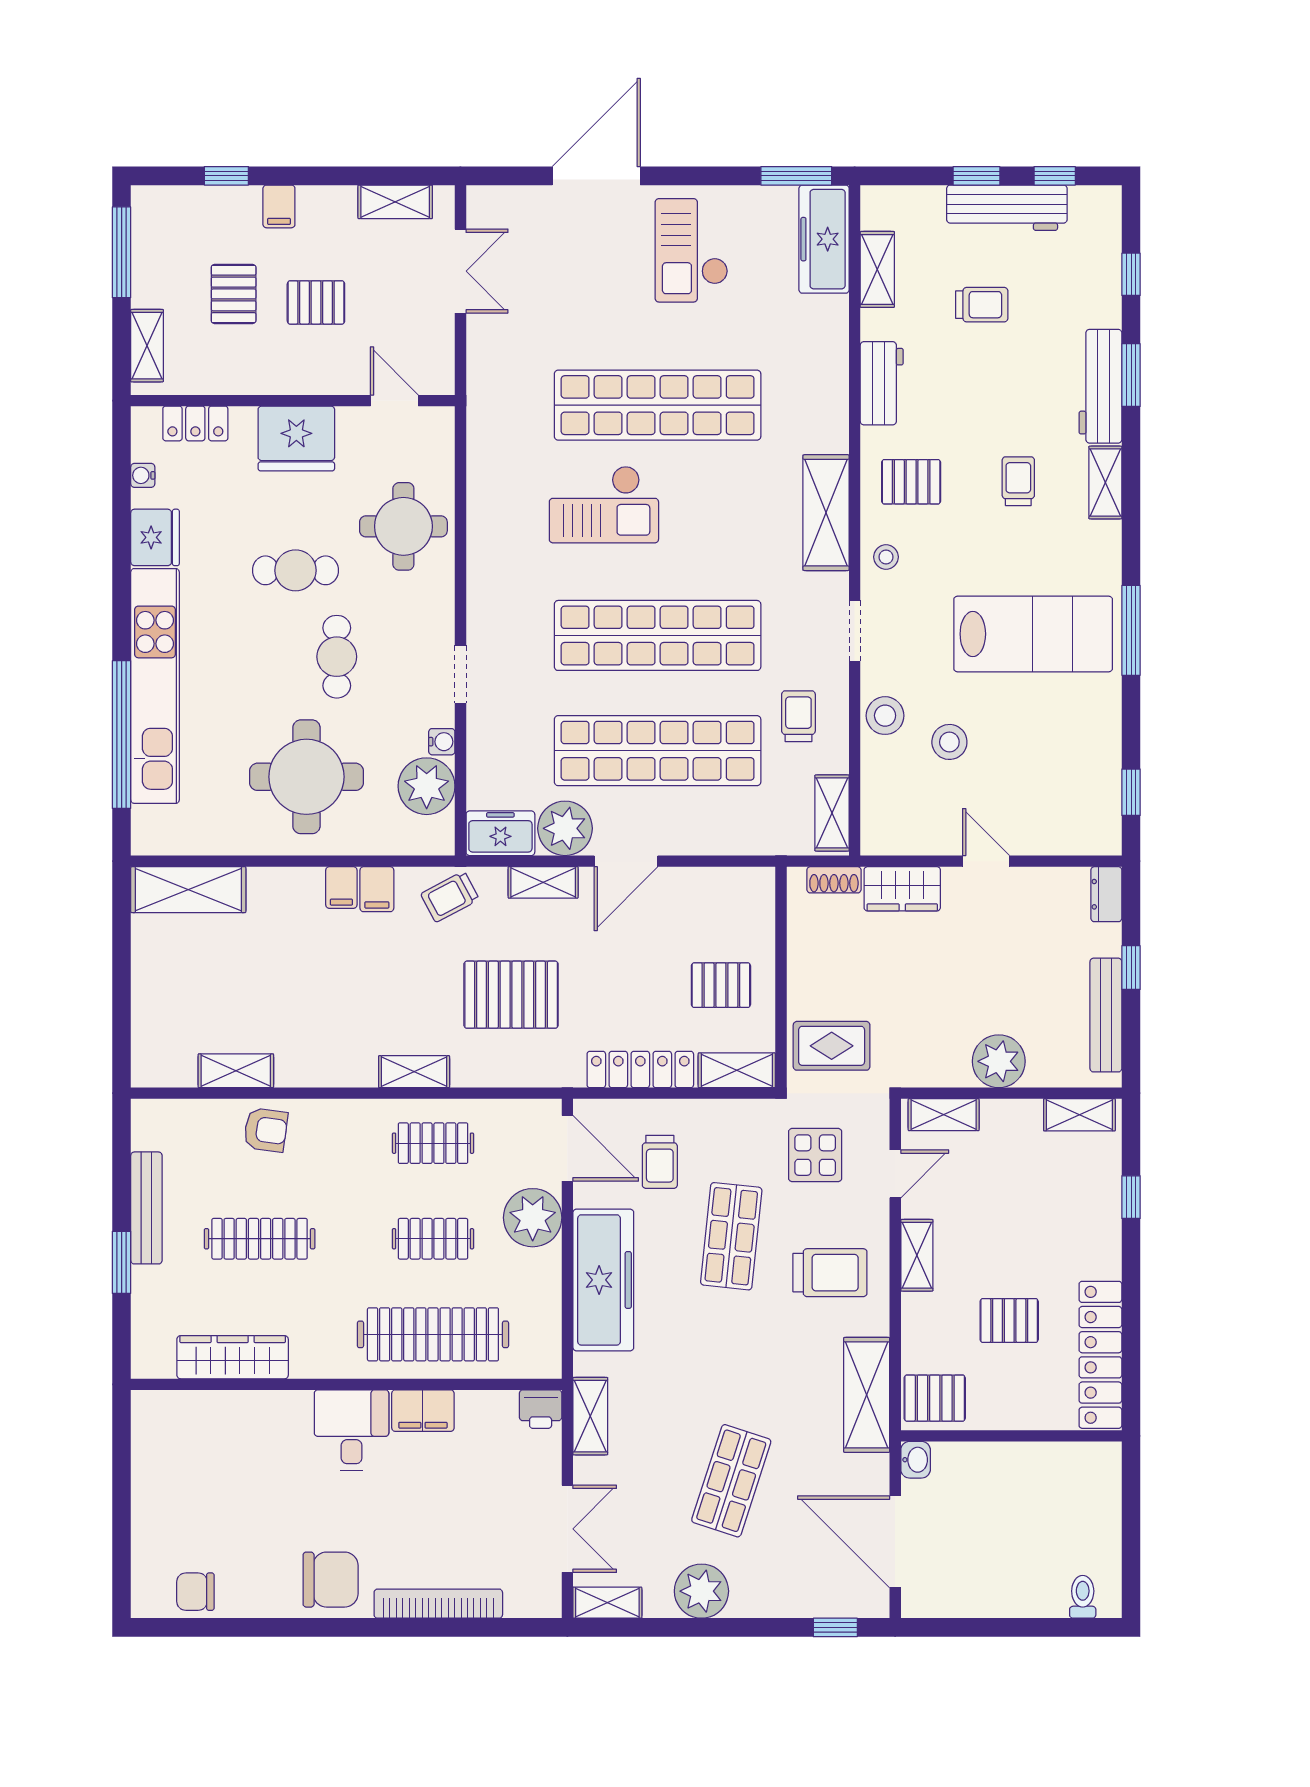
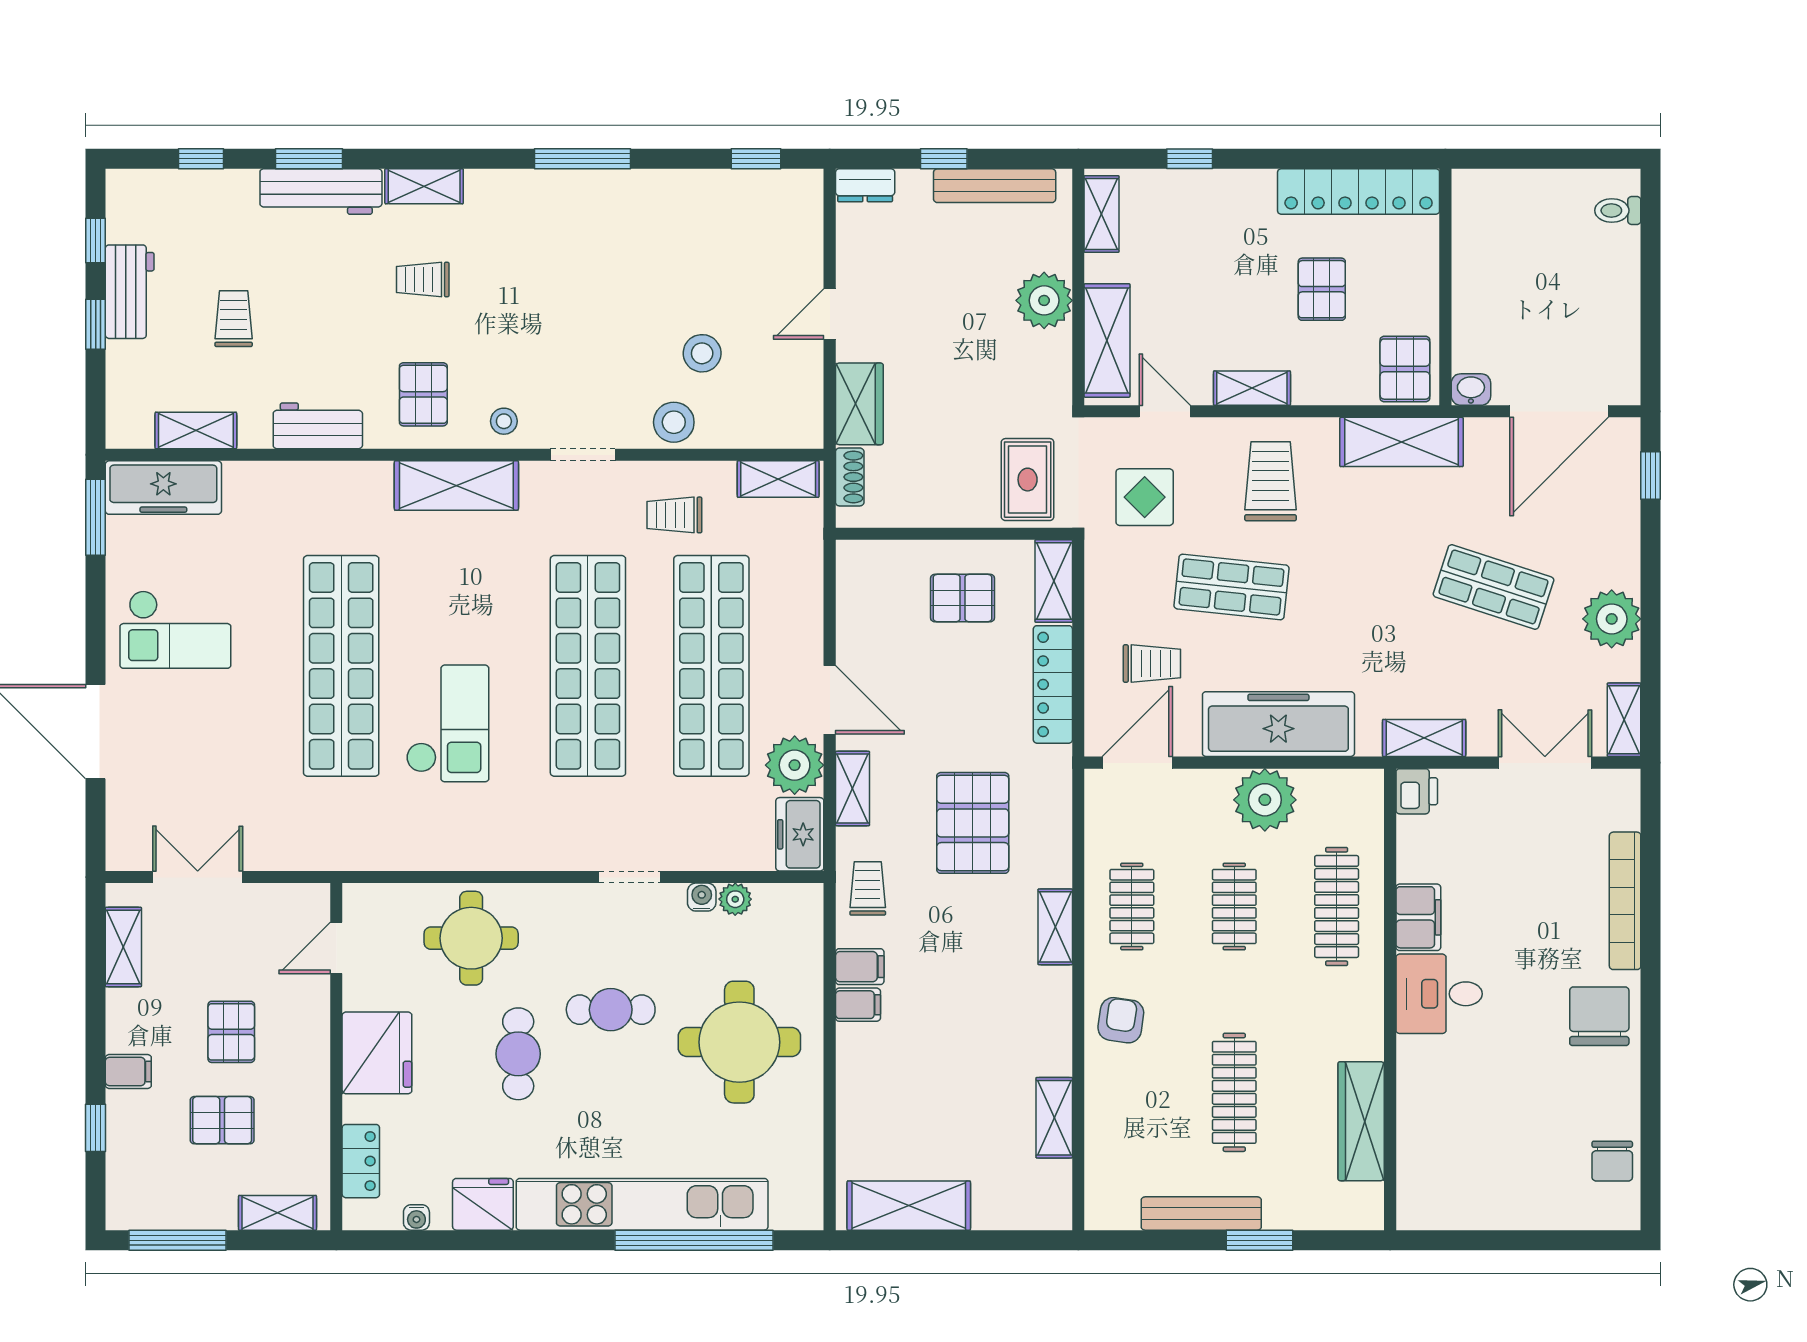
workbench: (1007, 208) -> (130, 292), width x0.73
lab bench: (1033, 634) -> (586, 264), removed
plant: (427, 786) -> (735, 899), width x0.53, depth x0.53
shelving: (188, 890) -> (909, 1206), moved, turned 90
trolley: (450, 897) -> (868, 888), turned -152
pallet: (721, 985) -> (963, 598), turned 90
shelving: (944, 1115) -> (1107, 340), width x1.50, depth x1.33
armchair: (266, 1130) -> (1121, 1020), moved
plant: (533, 1218) -> (1265, 800), moved
clothes rail: (433, 1334) -> (1337, 907), width x0.73, depth x0.76

